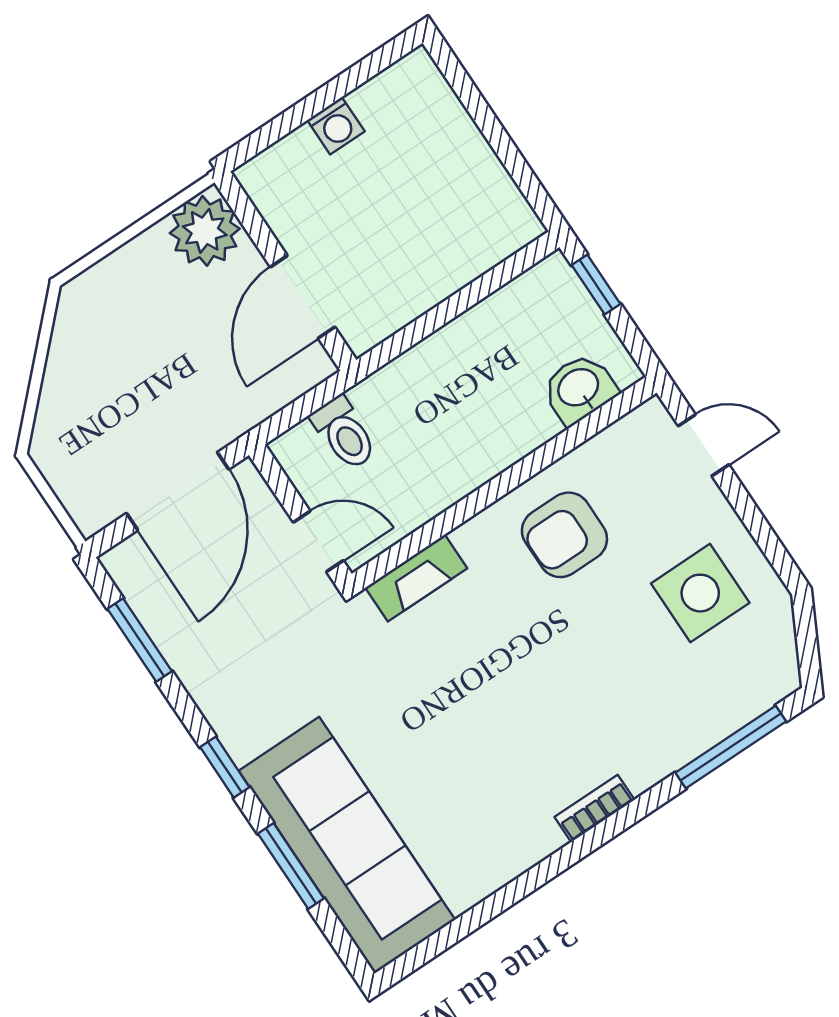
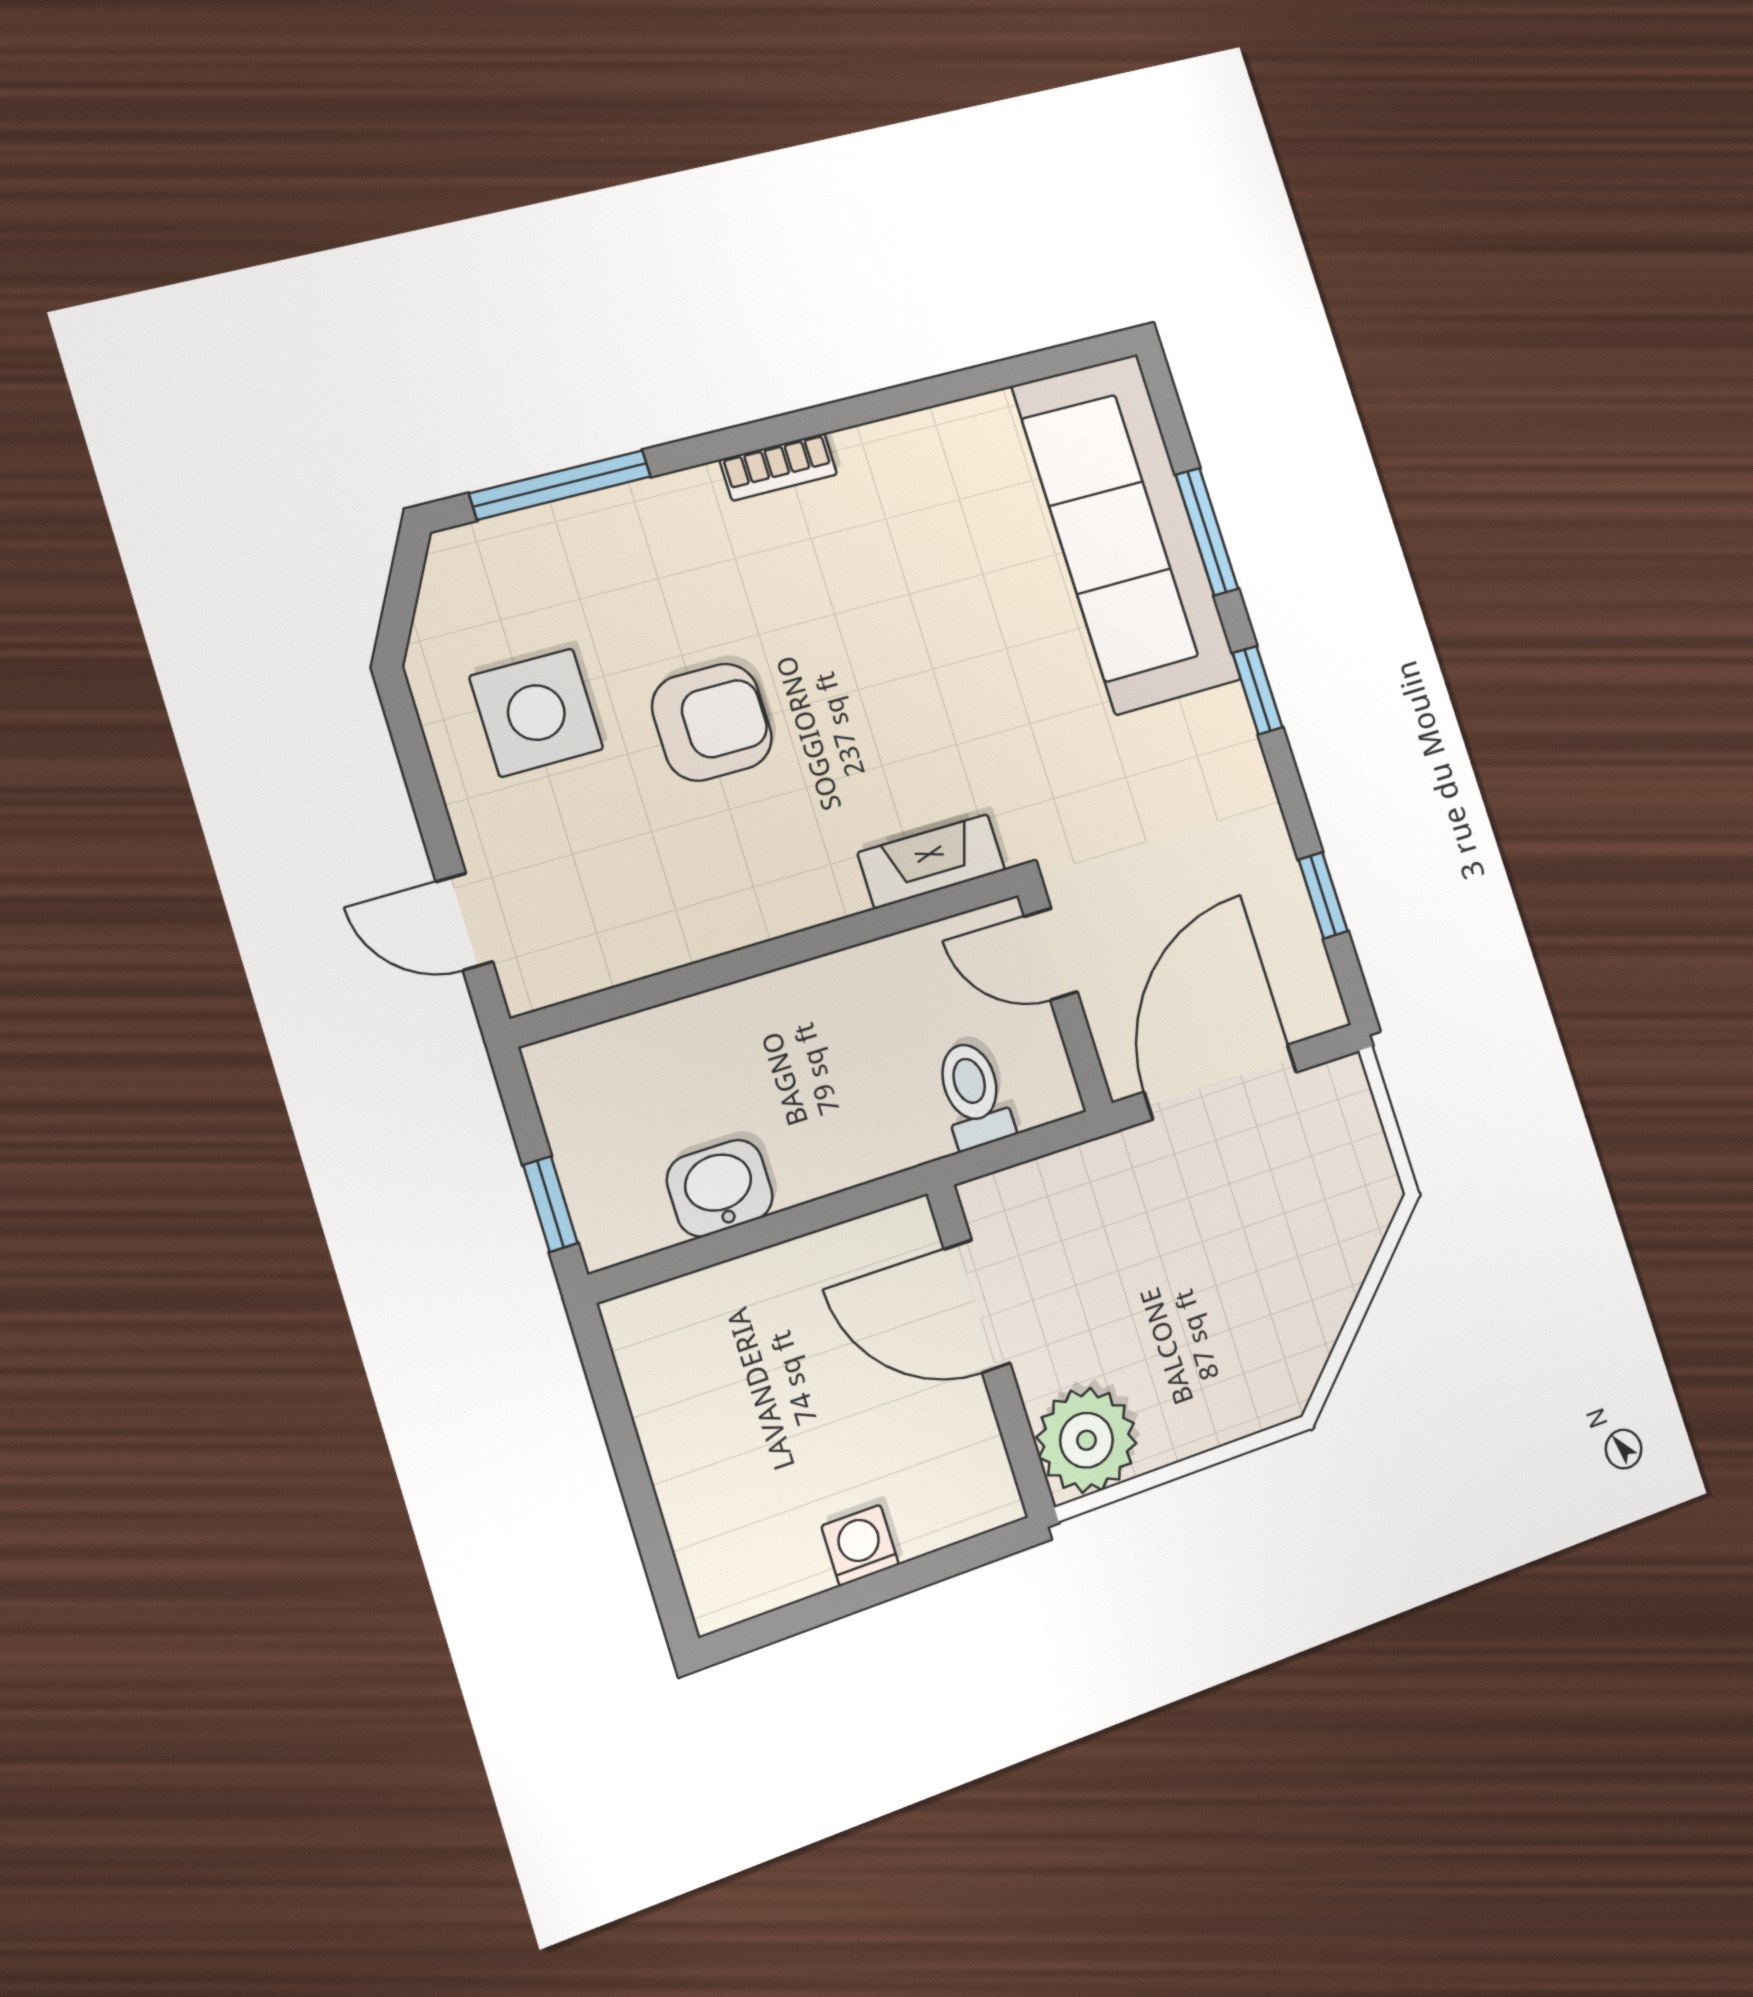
door: (303, 297) -> (977, 1306), swing flipped
washbasin: (579, 389) -> (720, 1188), moved, turned 180
armchair: (564, 535) -> (712, 722), moved
window: (140, 640) -> (1323, 895), width x0.67

